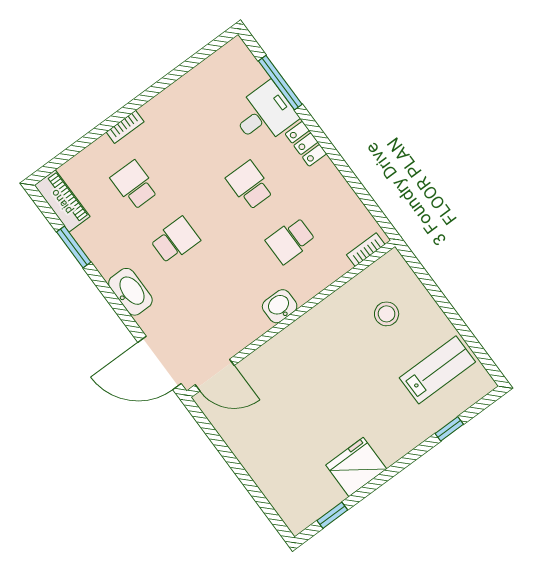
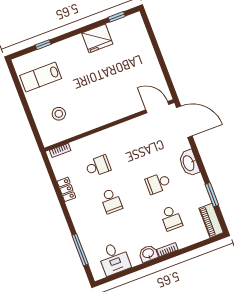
desk: (264, 114) -> (114, 259), moved, turned -90
locker: (306, 144) -> (66, 189), moved
washbasin: (280, 306) -> (148, 254), moved, turned 180

